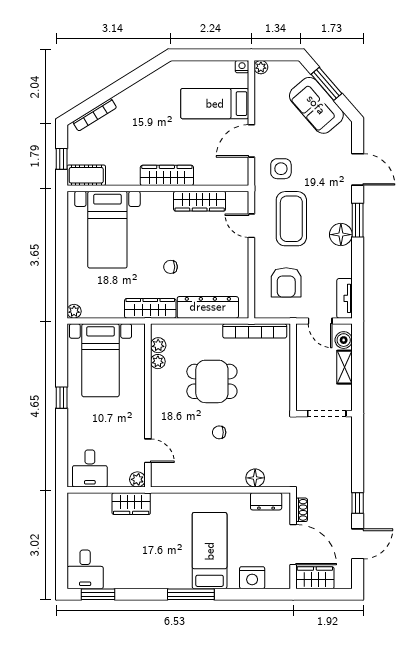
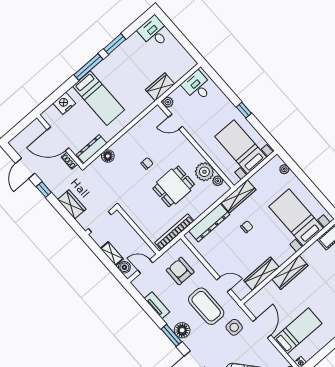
floor lamp: (341, 235) -> (182, 330), moved
tv unit: (345, 298) -> (157, 305), moved
plant: (74, 311) -> (284, 169), moved
plant: (158, 362) -> (204, 172), width x1.88, depth x1.88
dresser: (266, 501) -> (92, 149), width x1.44
wardrobe: (315, 578) -> (72, 204), moved, turned -90
window: (98, 594) -> (115, 44), moved

